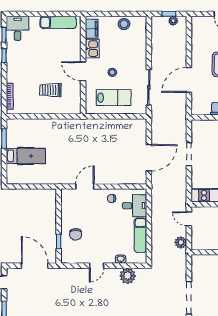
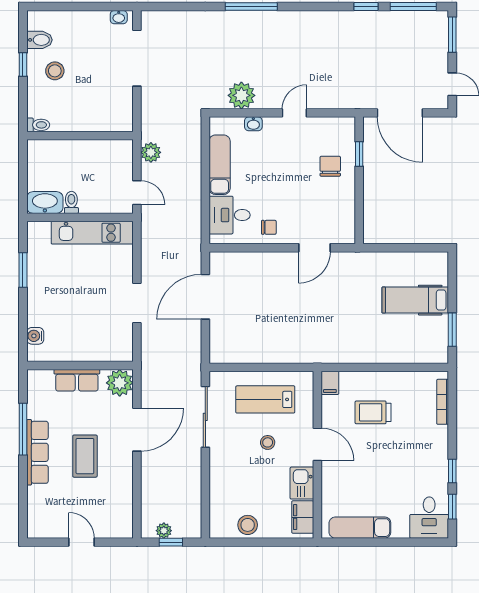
trolley: (50, 90) -> (373, 412), turned 180
filing cabinet: (76, 107) -> (330, 383), added
plant: (199, 107) -> (120, 383), added

